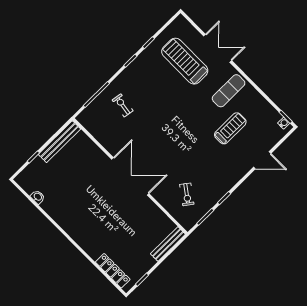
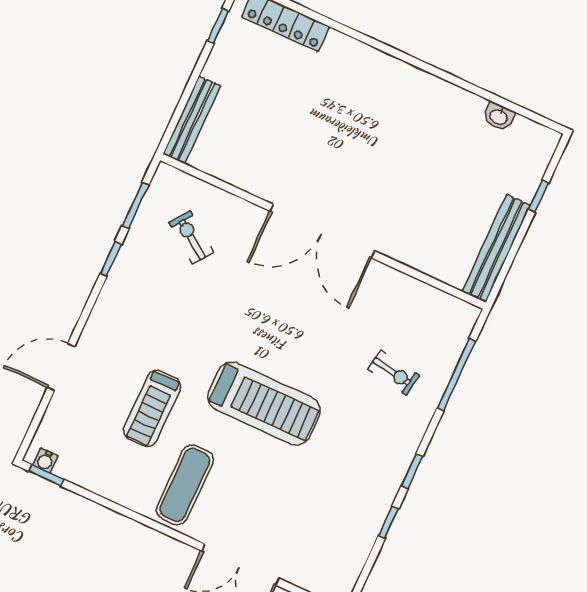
treadmill: (185, 61) -> (264, 404), moved

